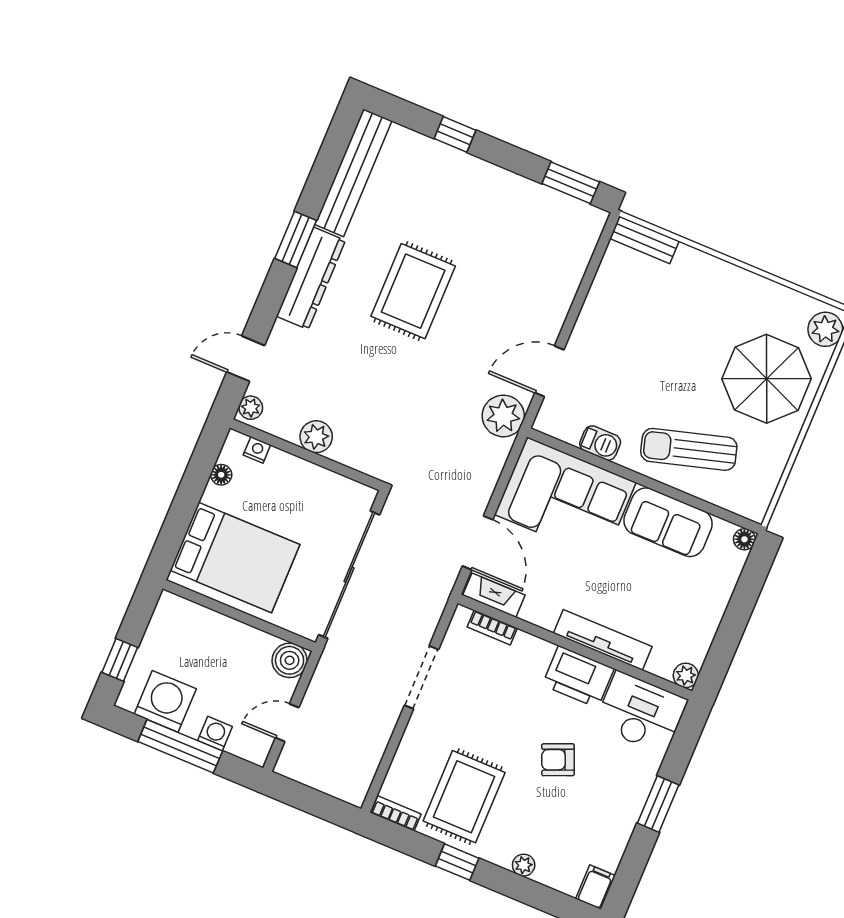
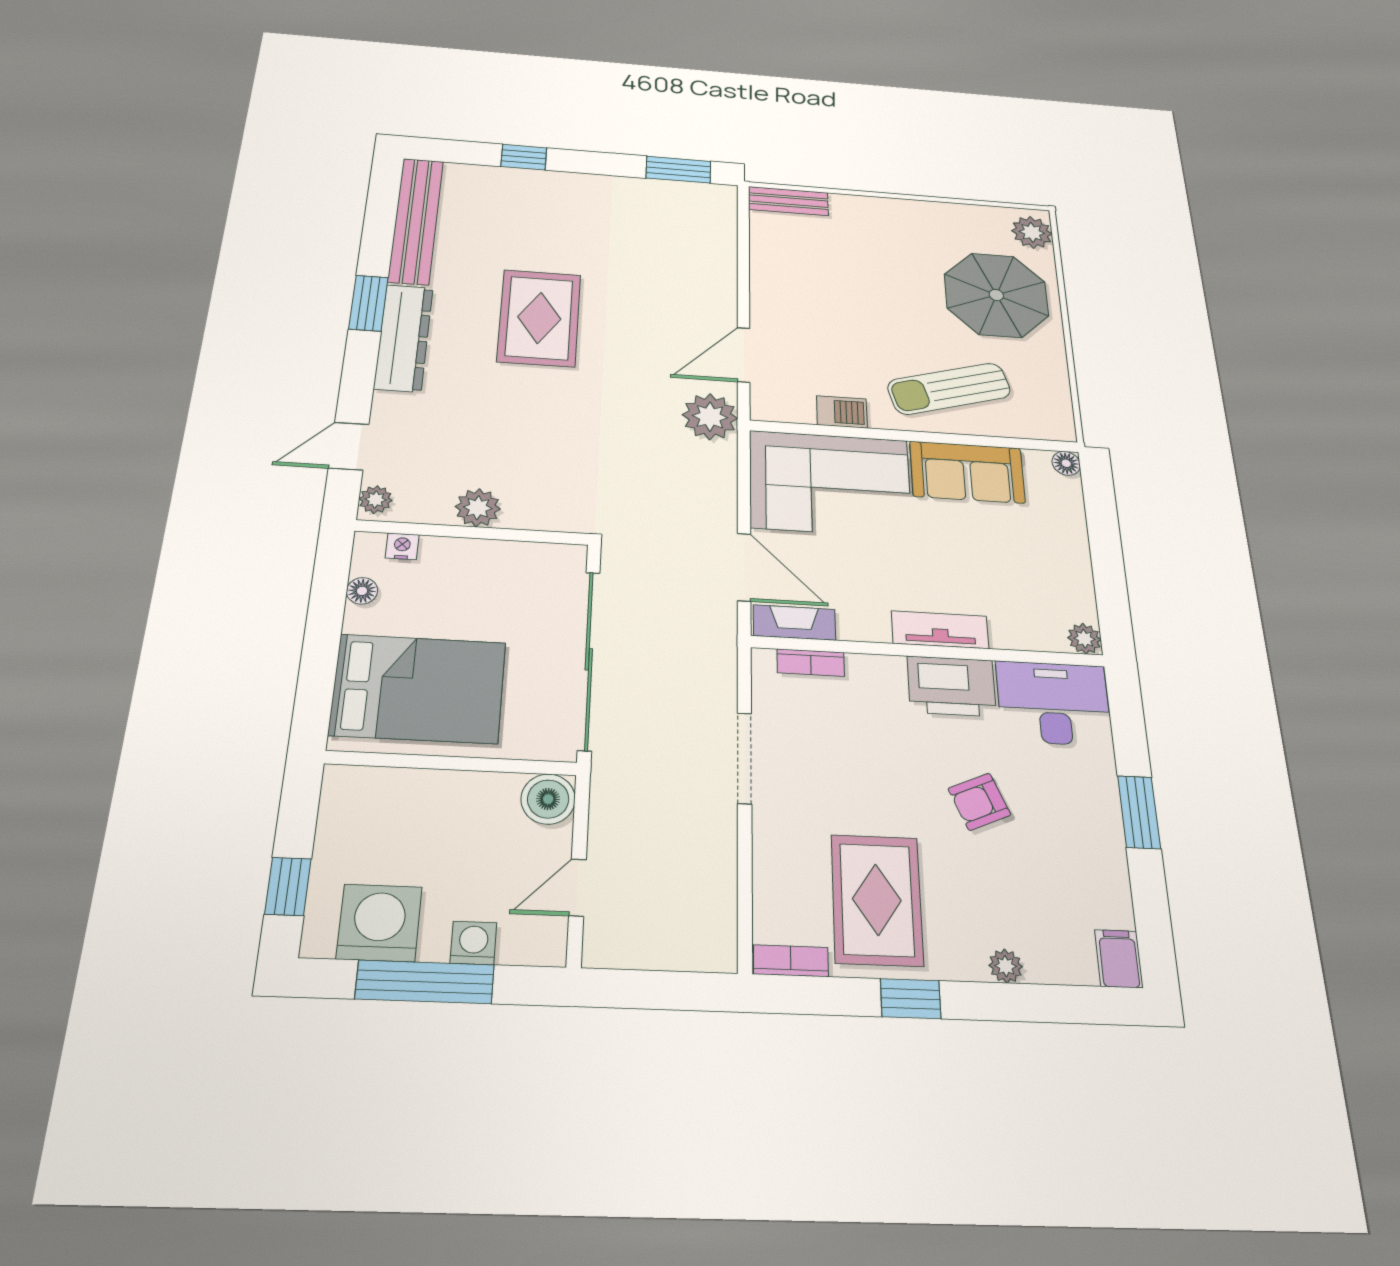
tv unit: (603, 640) -> (940, 630), width x0.71

